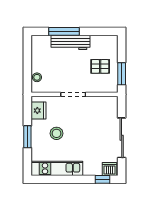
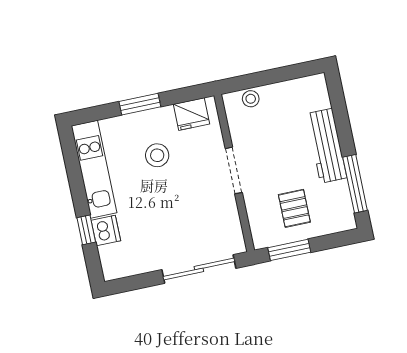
window: (64, 31) -> (355, 184), moved
sliding door: (122, 138) -> (199, 269), moved
dishwasher: (109, 169) -> (106, 231), moved
window: (103, 179) -> (86, 230), moved

